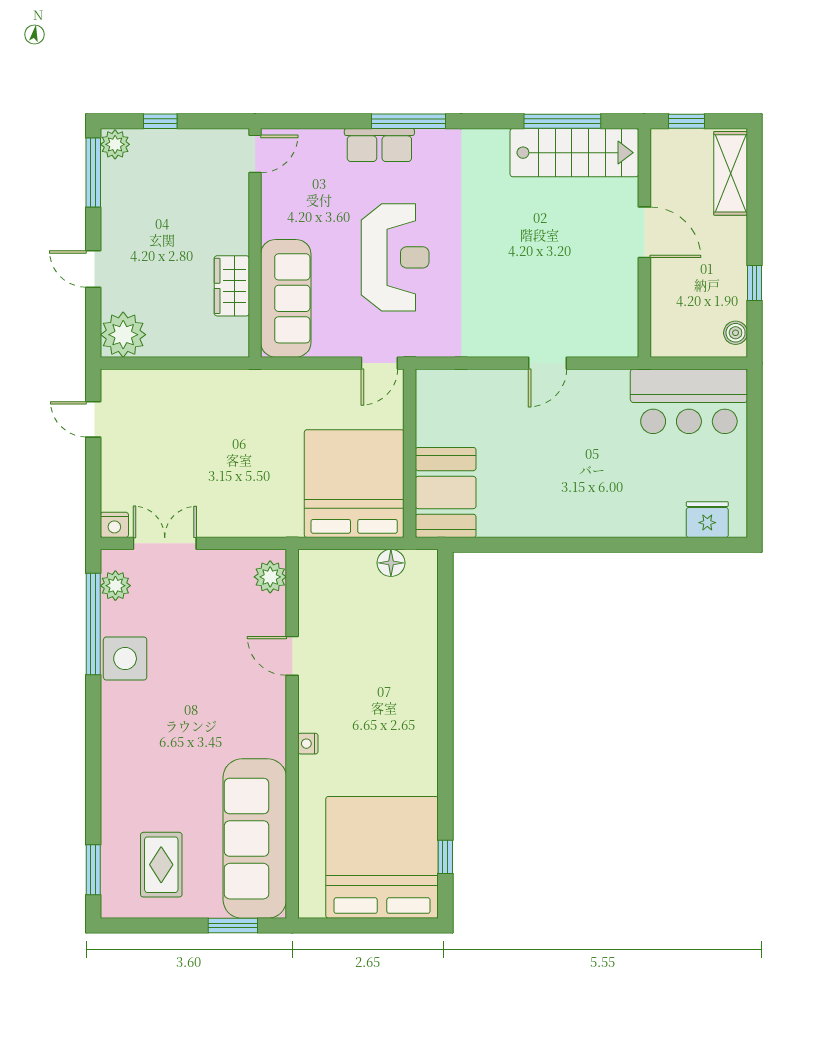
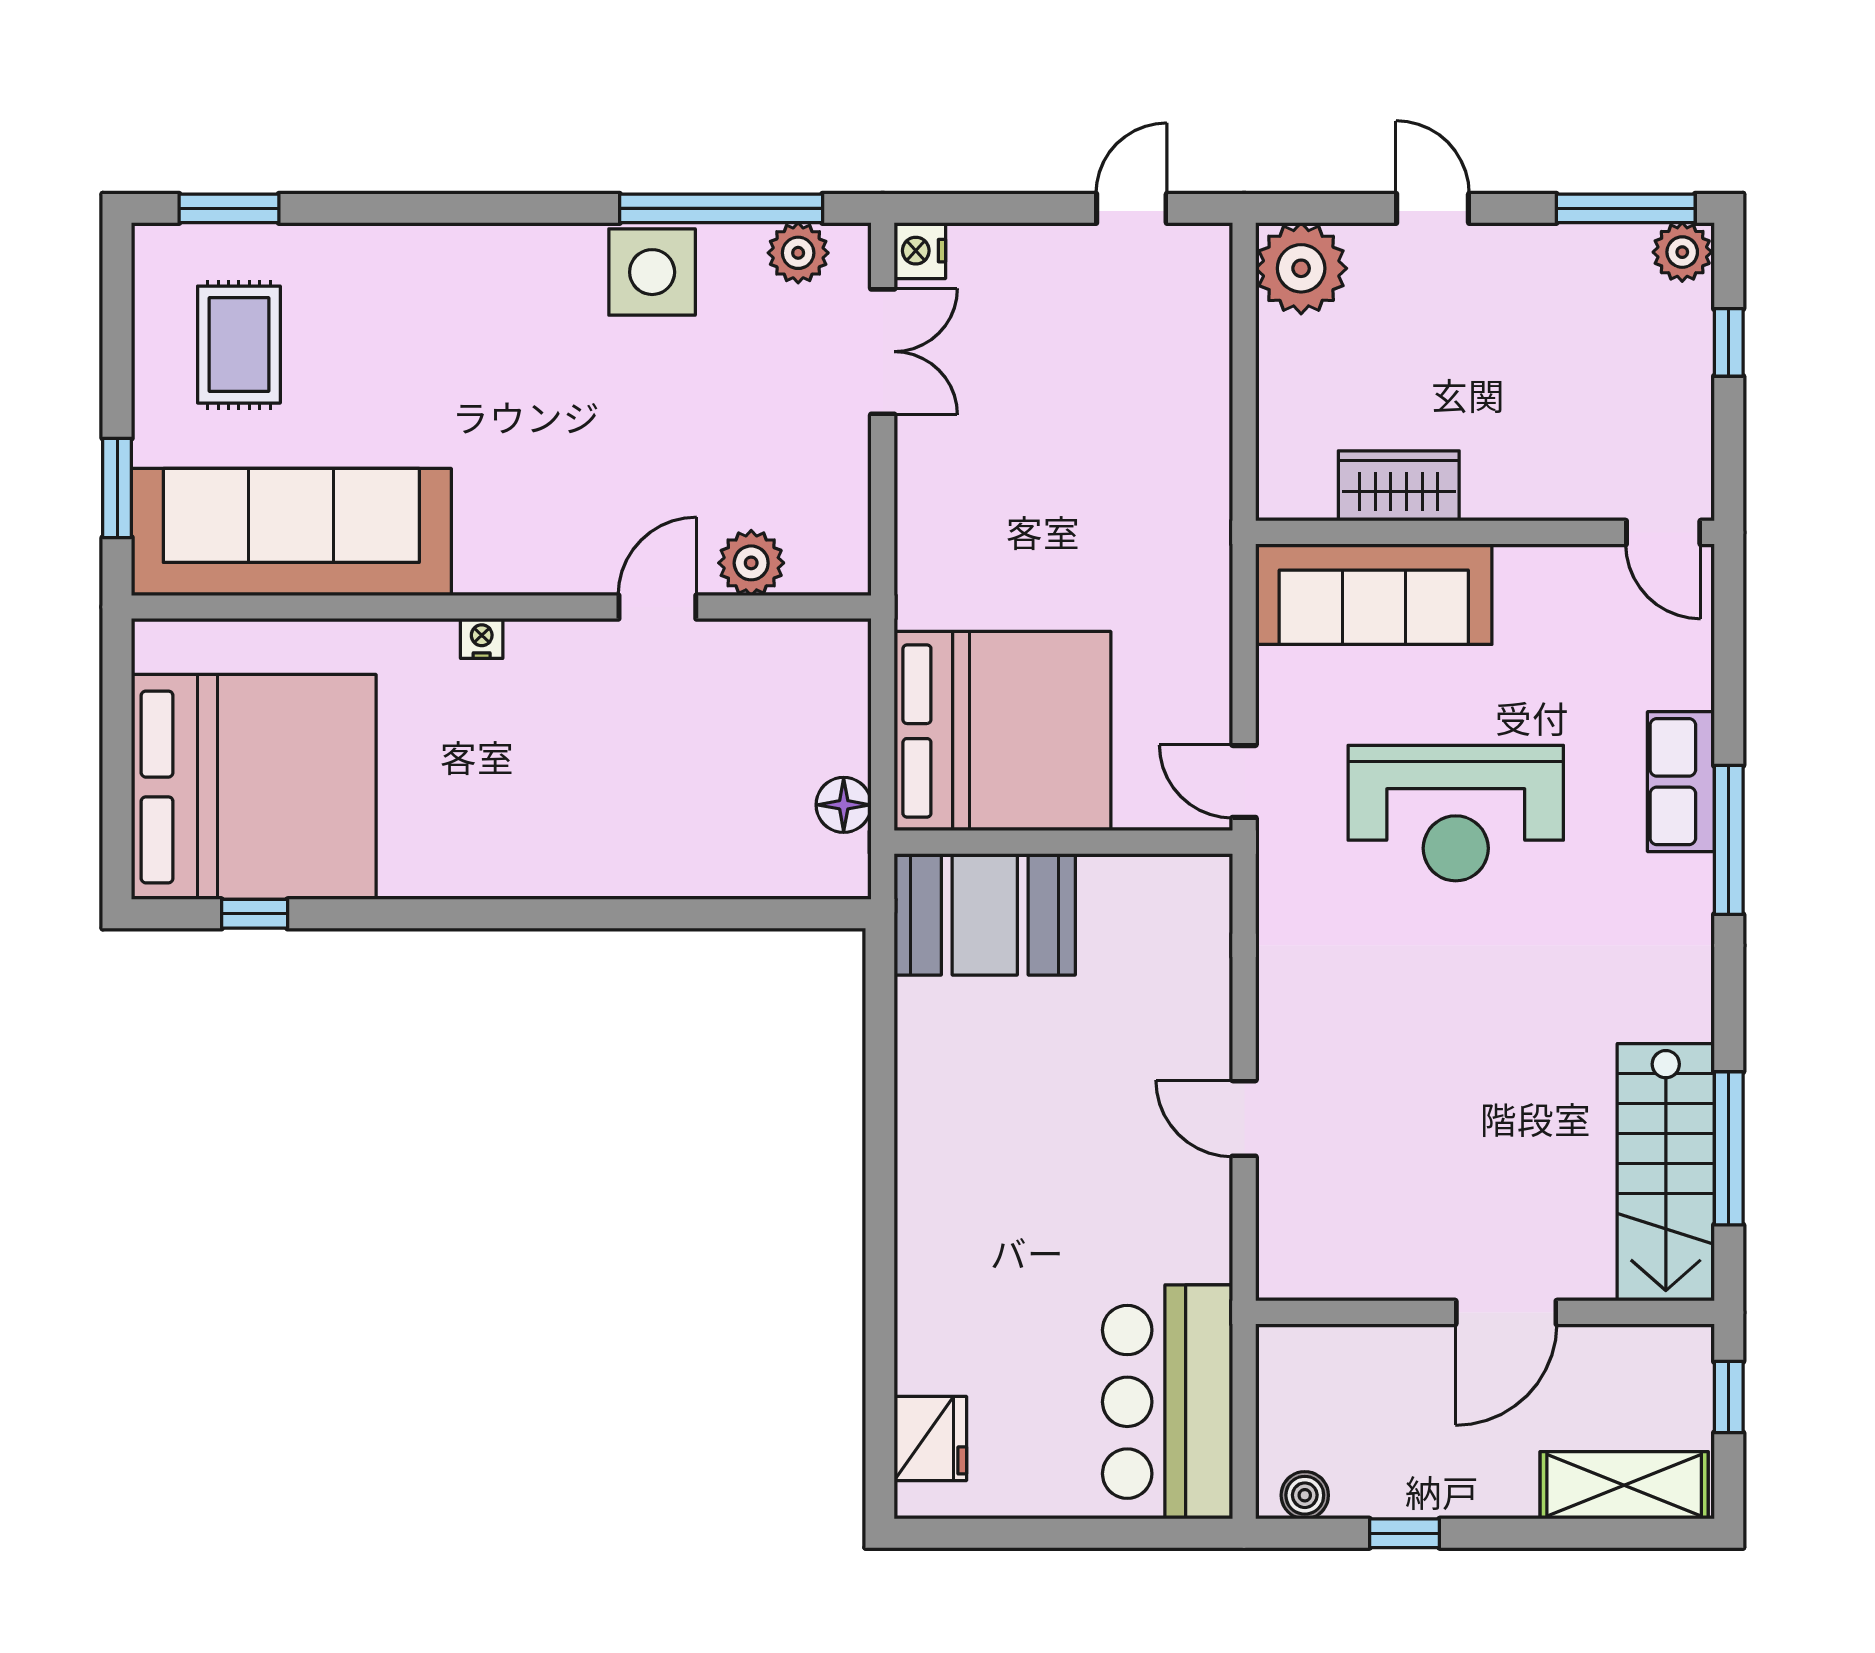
door: (93, 269) -> (1433, 208), hinge flipped
plant: (270, 577) -> (751, 563), moved
rug: (161, 865) -> (239, 345), turned 90

